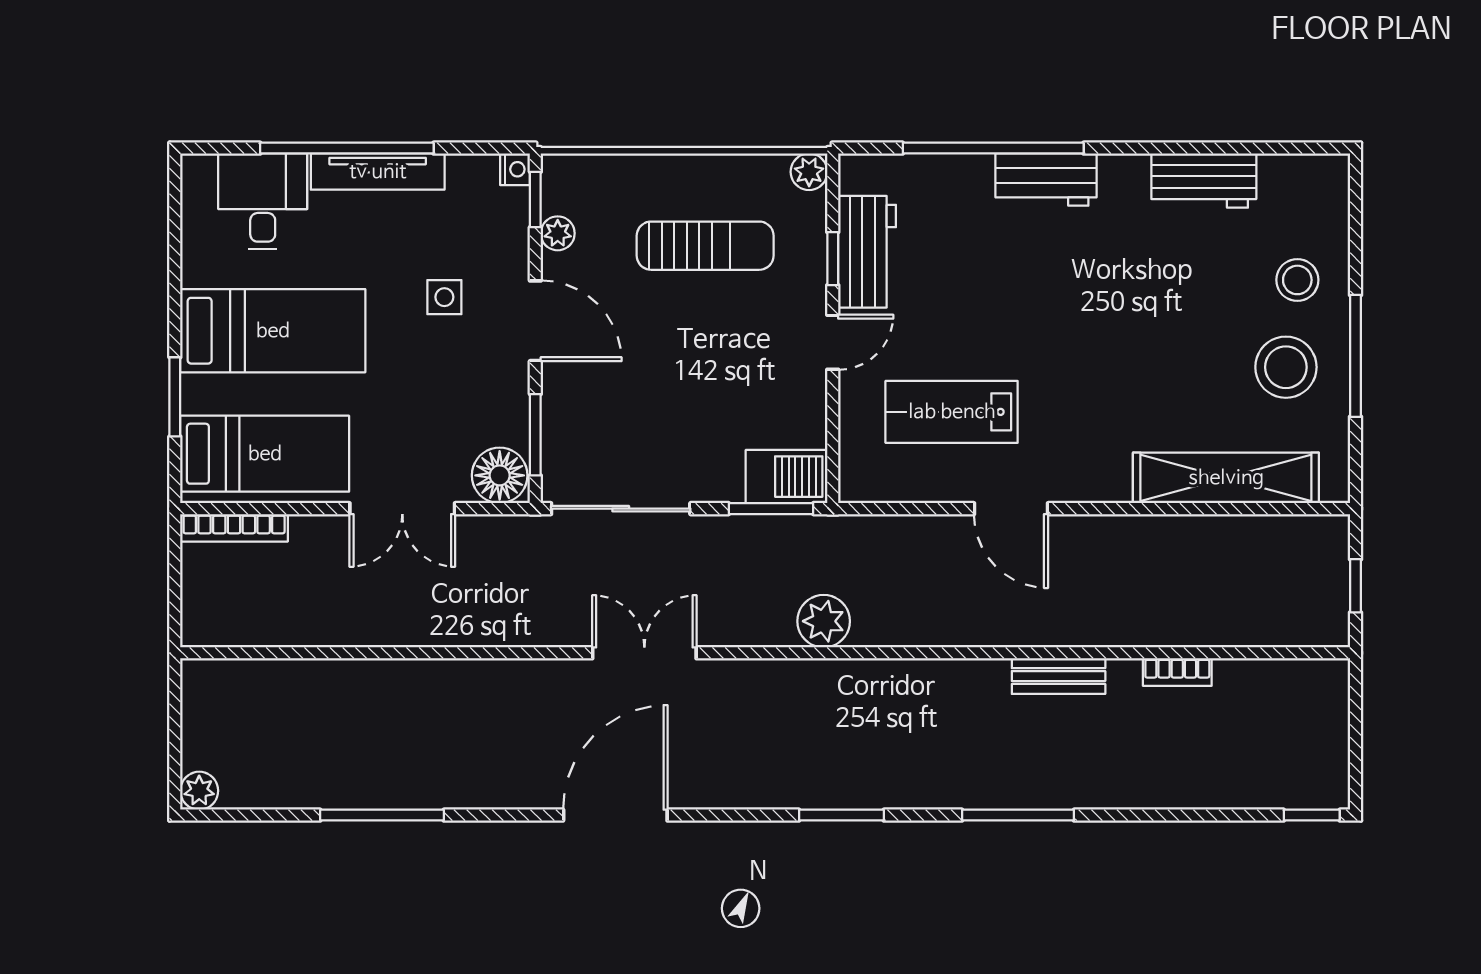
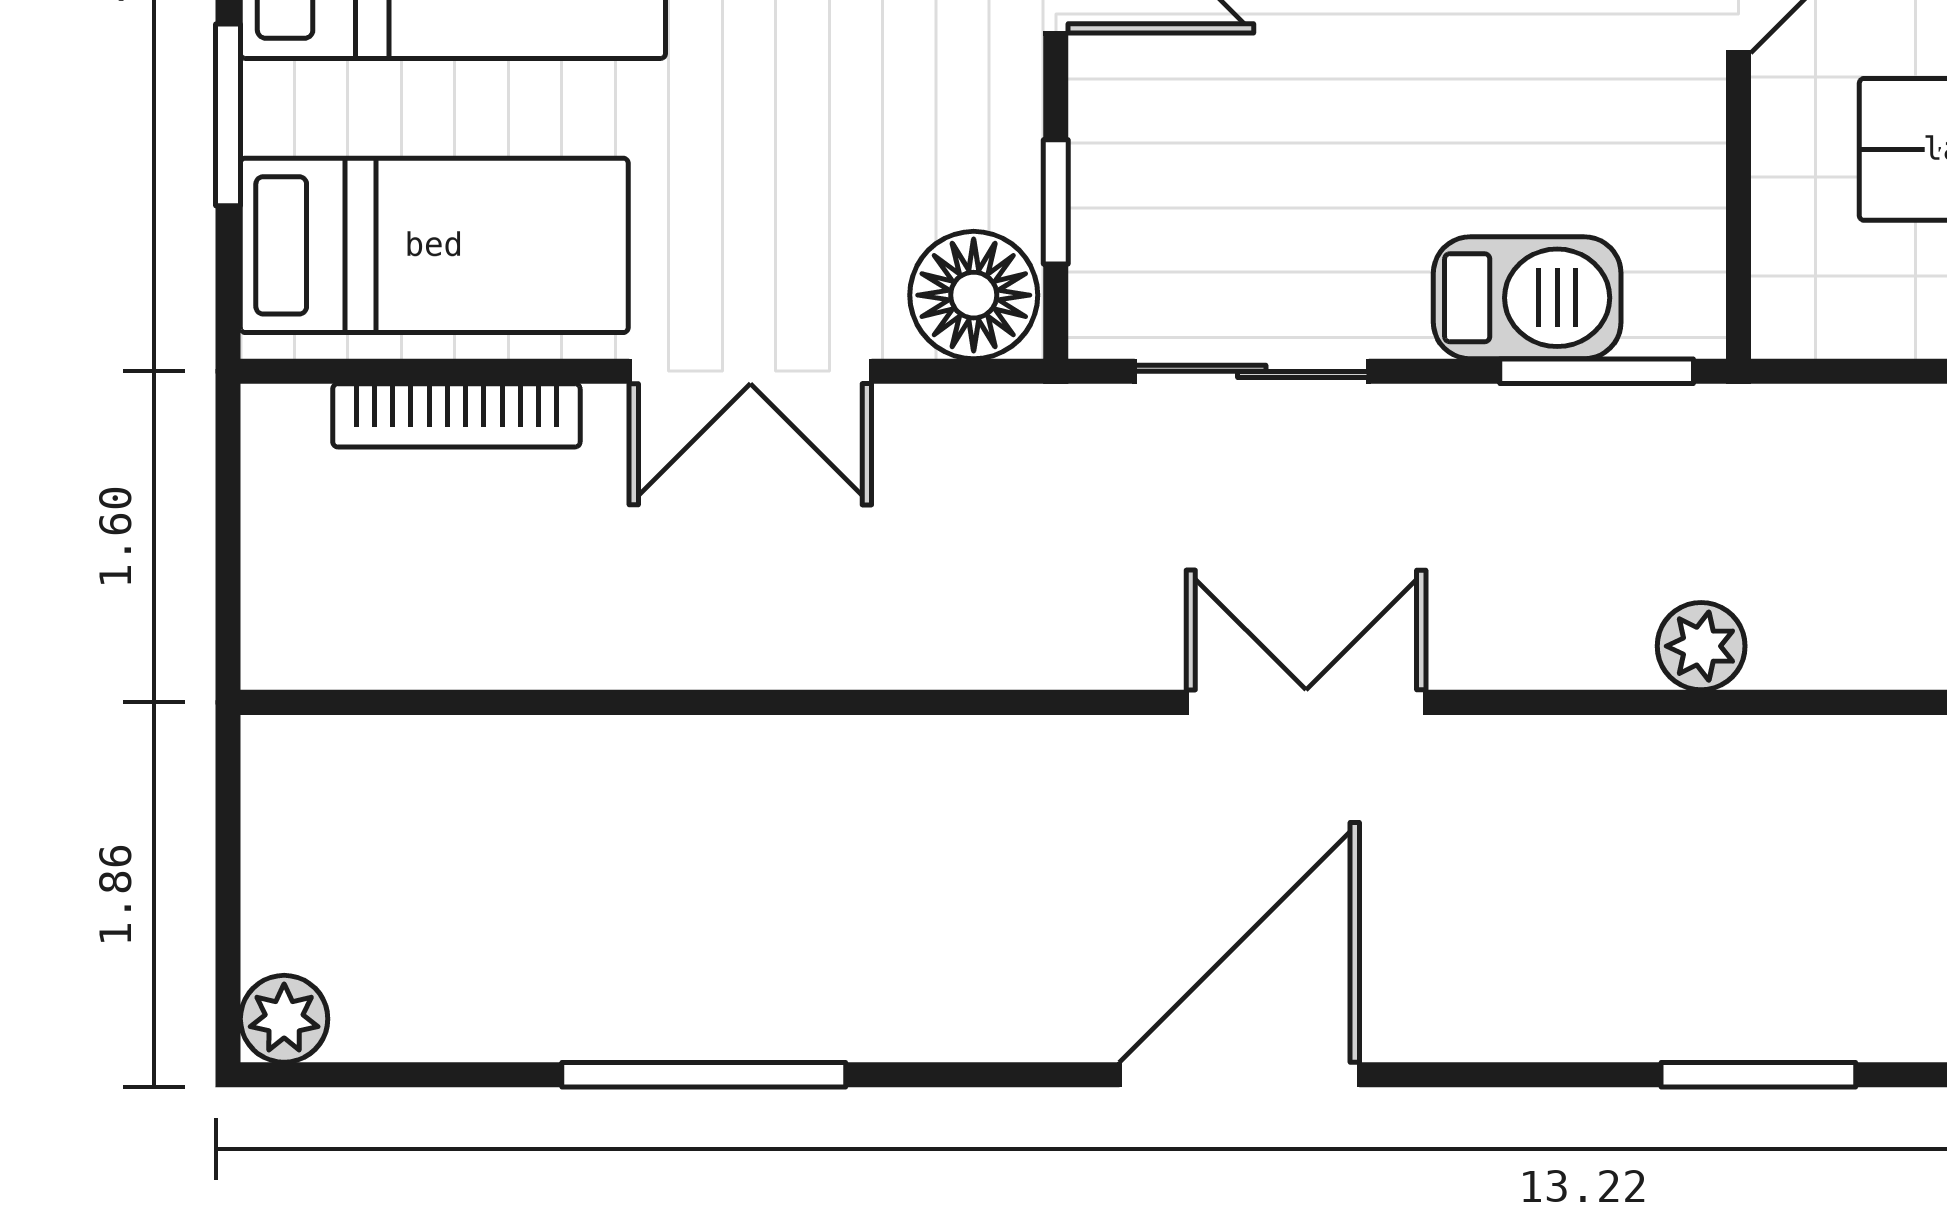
window: (535, 435) -> (1056, 202), width x0.67
barbecue: (787, 477) -> (1527, 298), moved
sliding door: (621, 509) -> (1252, 371), width x0.73
bookcase: (234, 528) -> (456, 415), moved
plant: (824, 621) -> (1701, 646), width x0.73, depth x0.73

